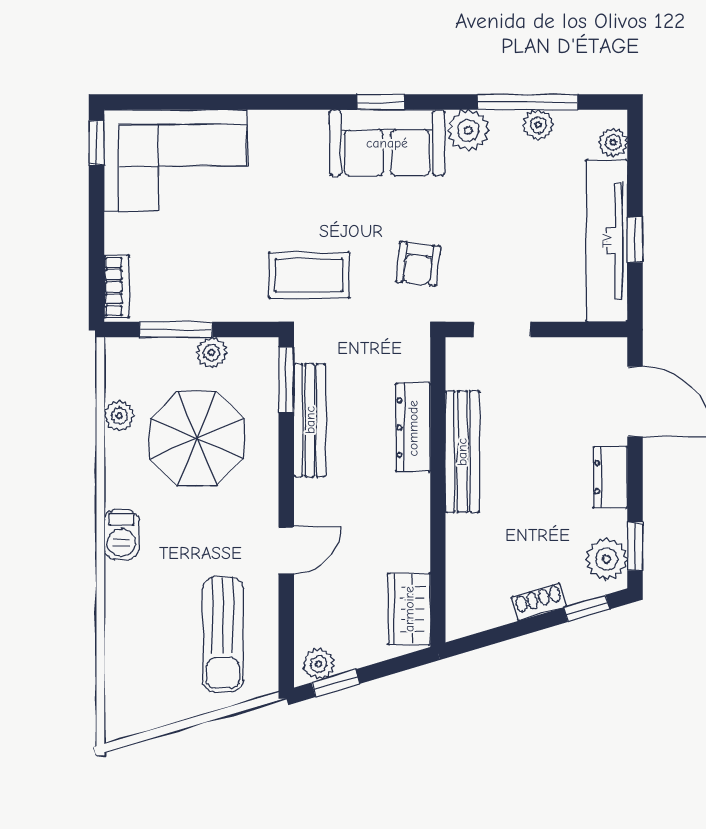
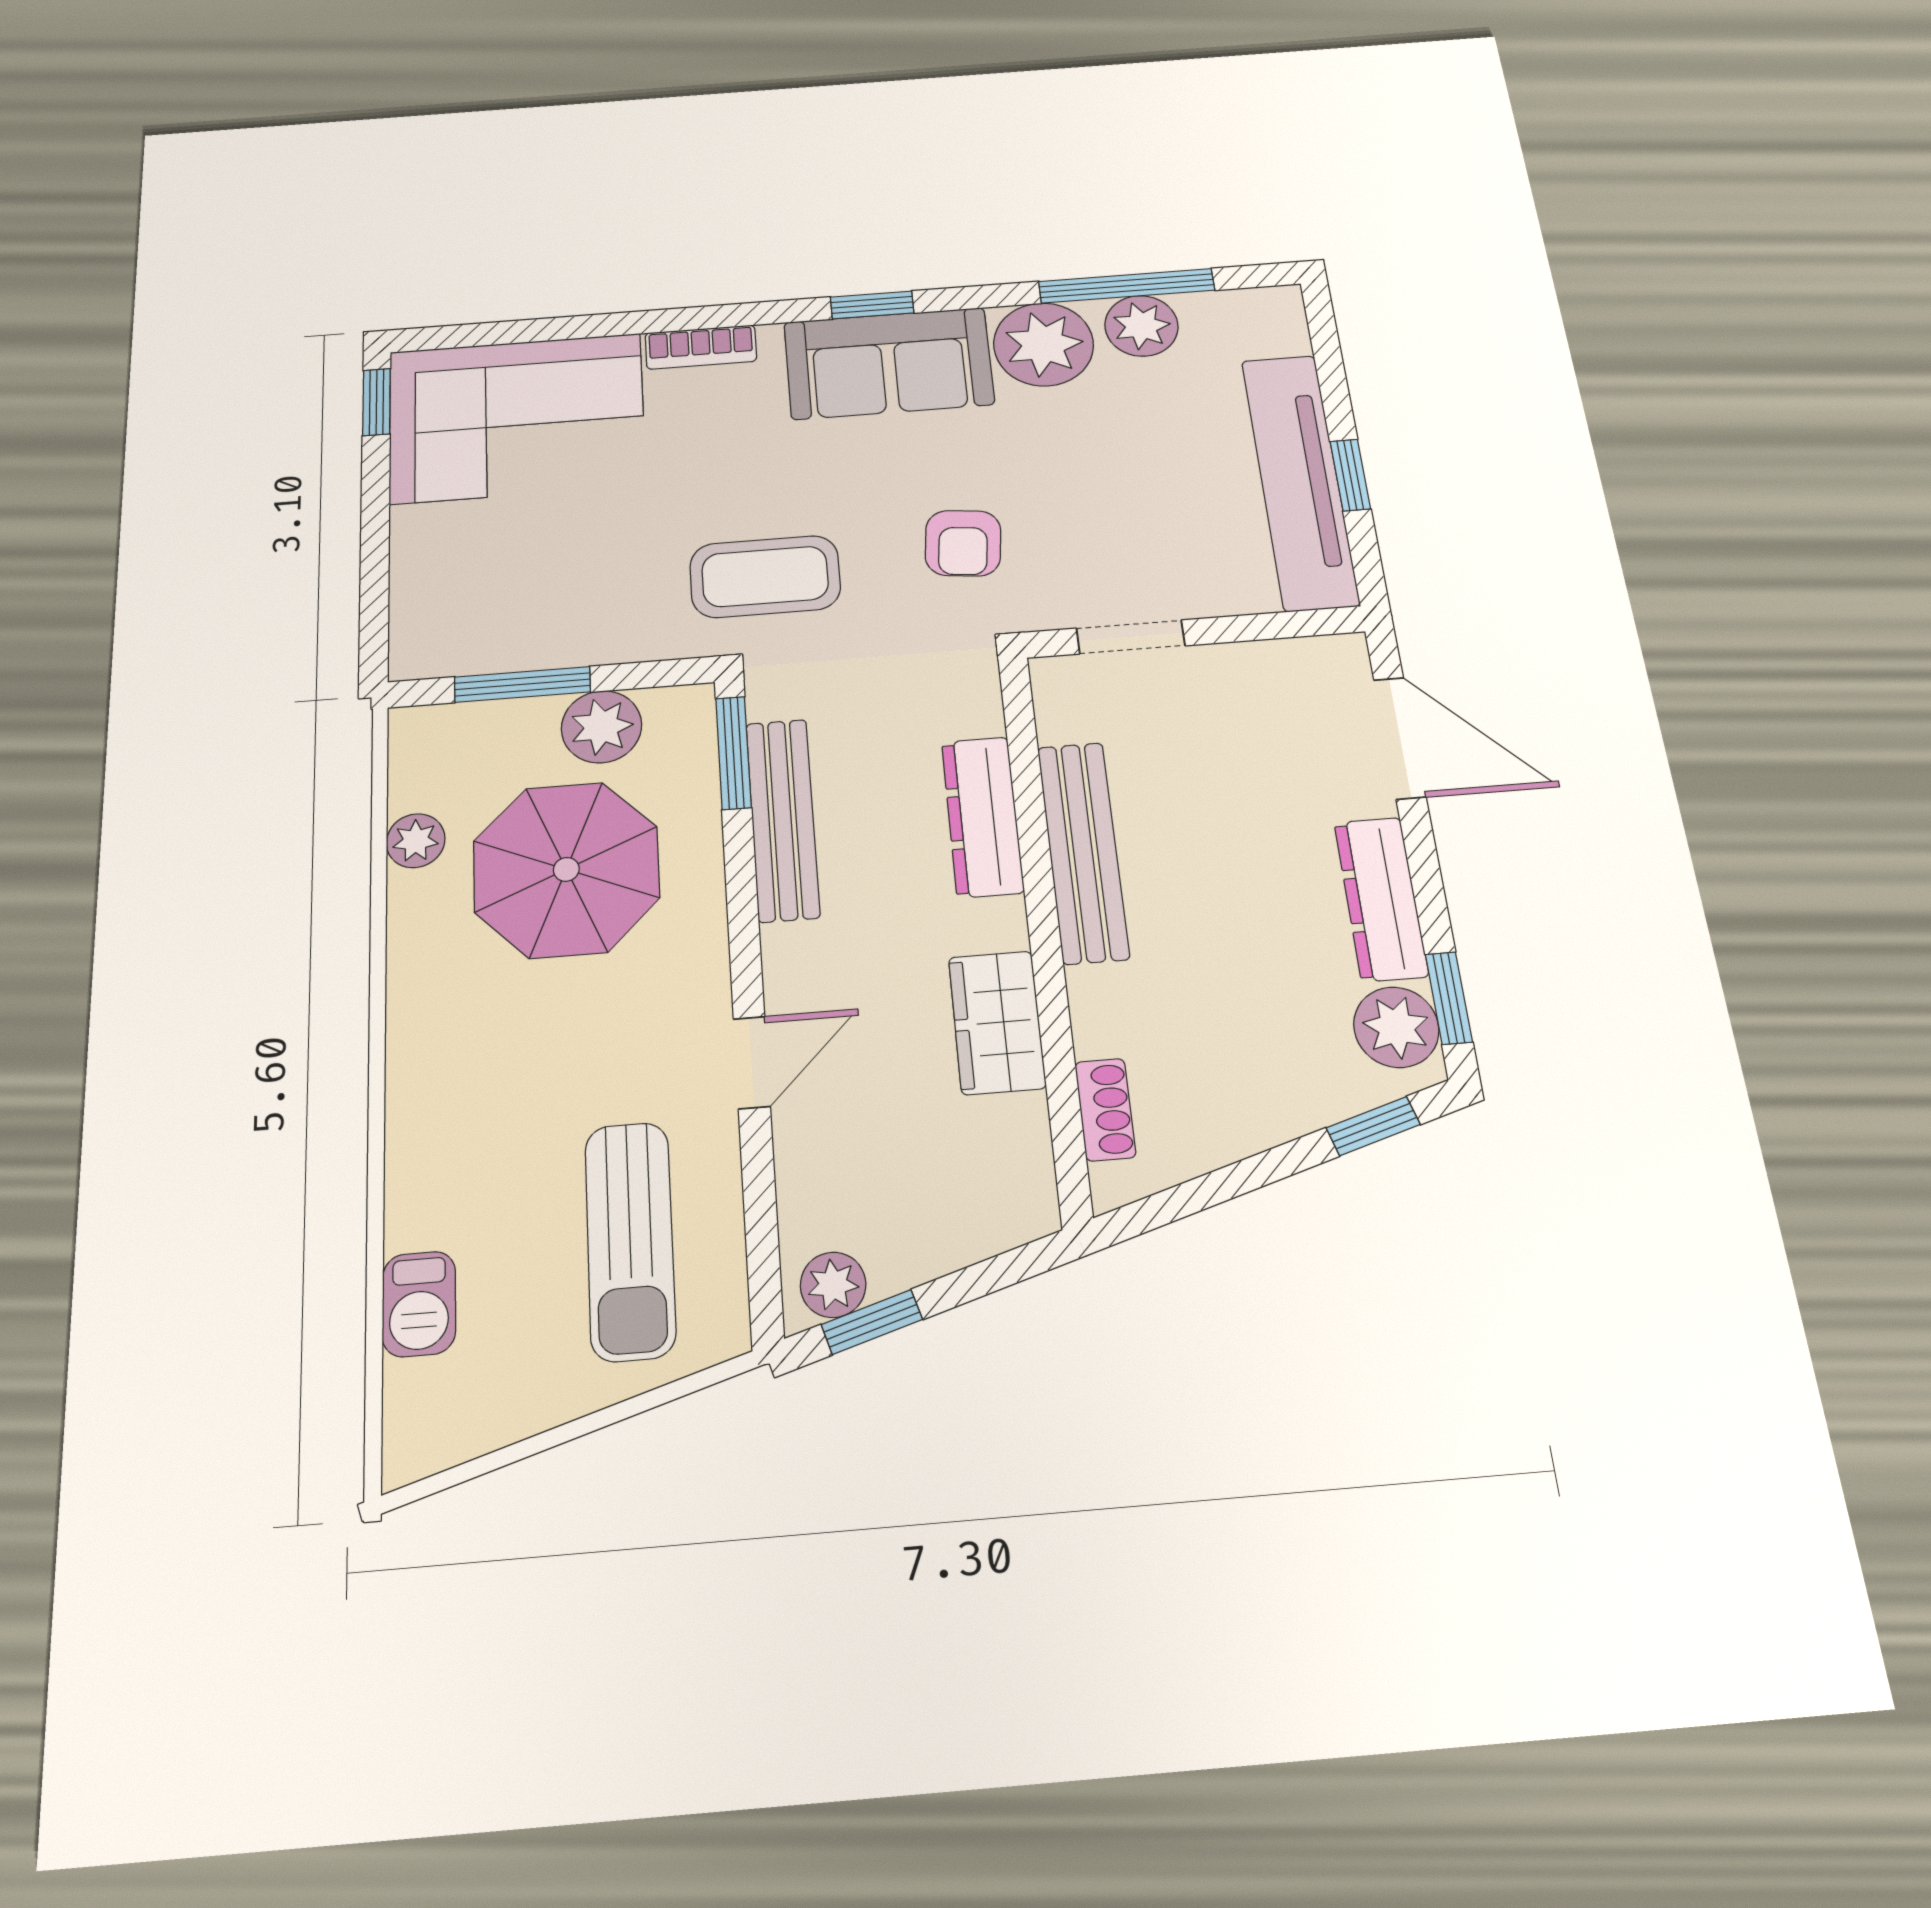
plant: (538, 125) -> (1141, 326), width x1.38, depth x1.38
plant: (468, 130) -> (1043, 344), width x1.36, depth x1.36
plant: (613, 142) -> (1284, 332), removed
bookcase: (117, 287) -> (701, 347), moved, turned 90
plant: (212, 353) -> (601, 727), width x1.38, depth x1.38
dresser: (610, 477) -> (1381, 899), width x1.44
barbecue: (122, 535) -> (419, 1304), moved
shoe rack: (539, 602) -> (1105, 1110), moved, turned 107
wardrobe: (409, 609) -> (997, 1022), moved

